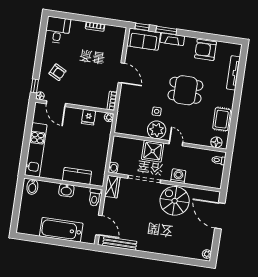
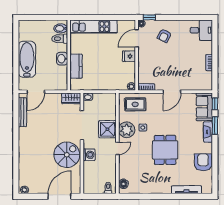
fridge: (89, 117) -> (129, 56), moved
rug: (222, 119) -> (135, 104), moved
toilet: (95, 197) -> (60, 39), moved

